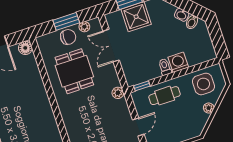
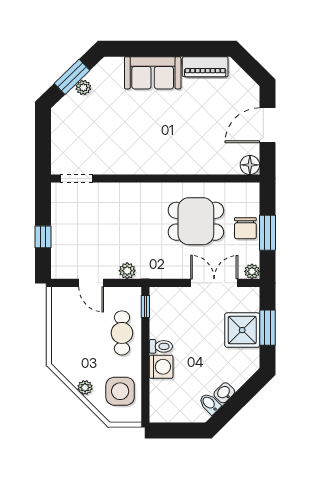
plant: (84, 27) -> (252, 271), moved
plant: (118, 93) -> (127, 271), moved

